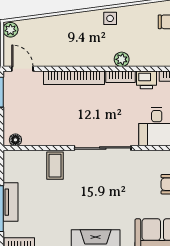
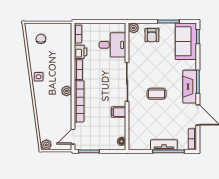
plant: (122, 59) -> (67, 91), moved
filing cabinet: (58, 135) -> (118, 112), added
coffee table: (55, 166) -> (157, 94), moved

